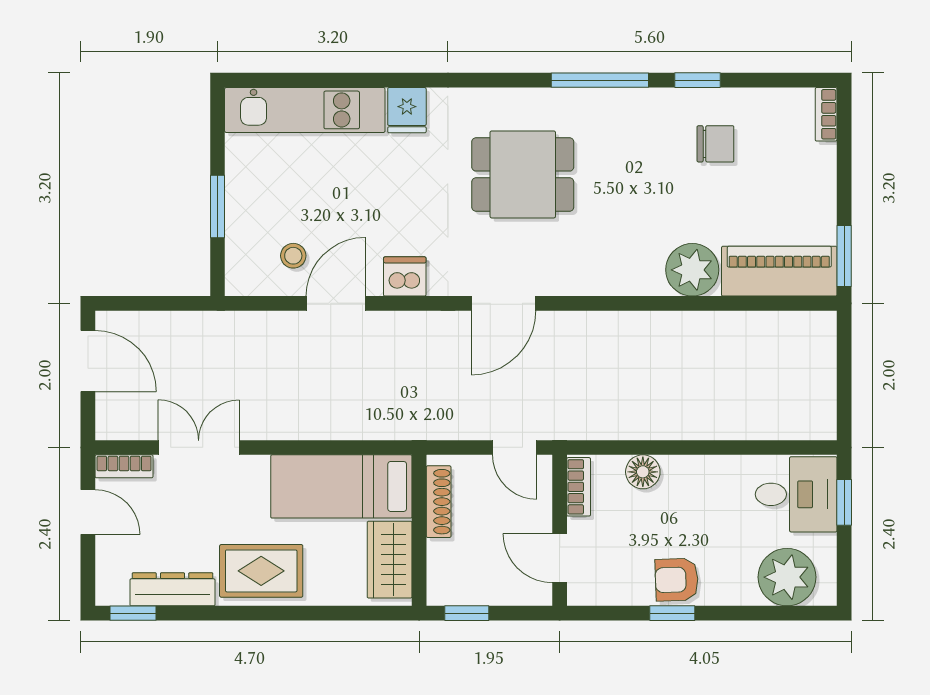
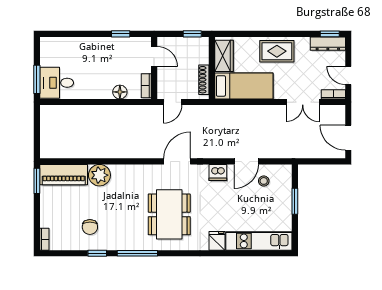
chair: (715, 144) -> (90, 227), turned -90
dining table: (523, 174) -> (169, 214), width x1.37
door: (515, 447) -> (173, 102), swing flipped
window: (844, 502) -> (37, 79), width x1.50
plant: (787, 577) -> (60, 49), removed
armchair: (677, 580) -> (106, 48), removed
dresser: (172, 589) -> (328, 44), moved
window: (672, 613) -> (121, 34), moved

